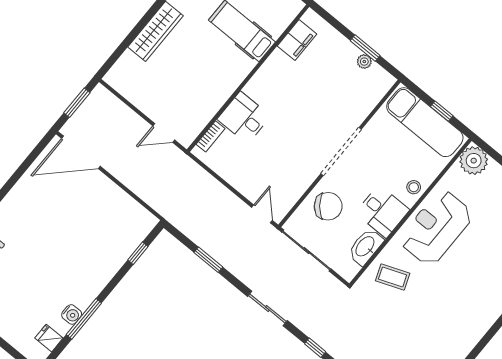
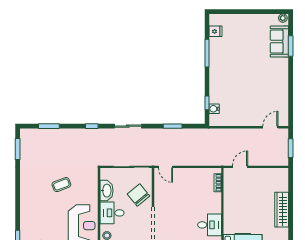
desk: (244, 118) -> (209, 225), moved
door: (81, 152) -> (270, 127), width x0.53
chair: (328, 206) -> (138, 195), turned 90
coffee table: (393, 277) -> (61, 185), moved
water cooler: (72, 314) -> (214, 109), moved

